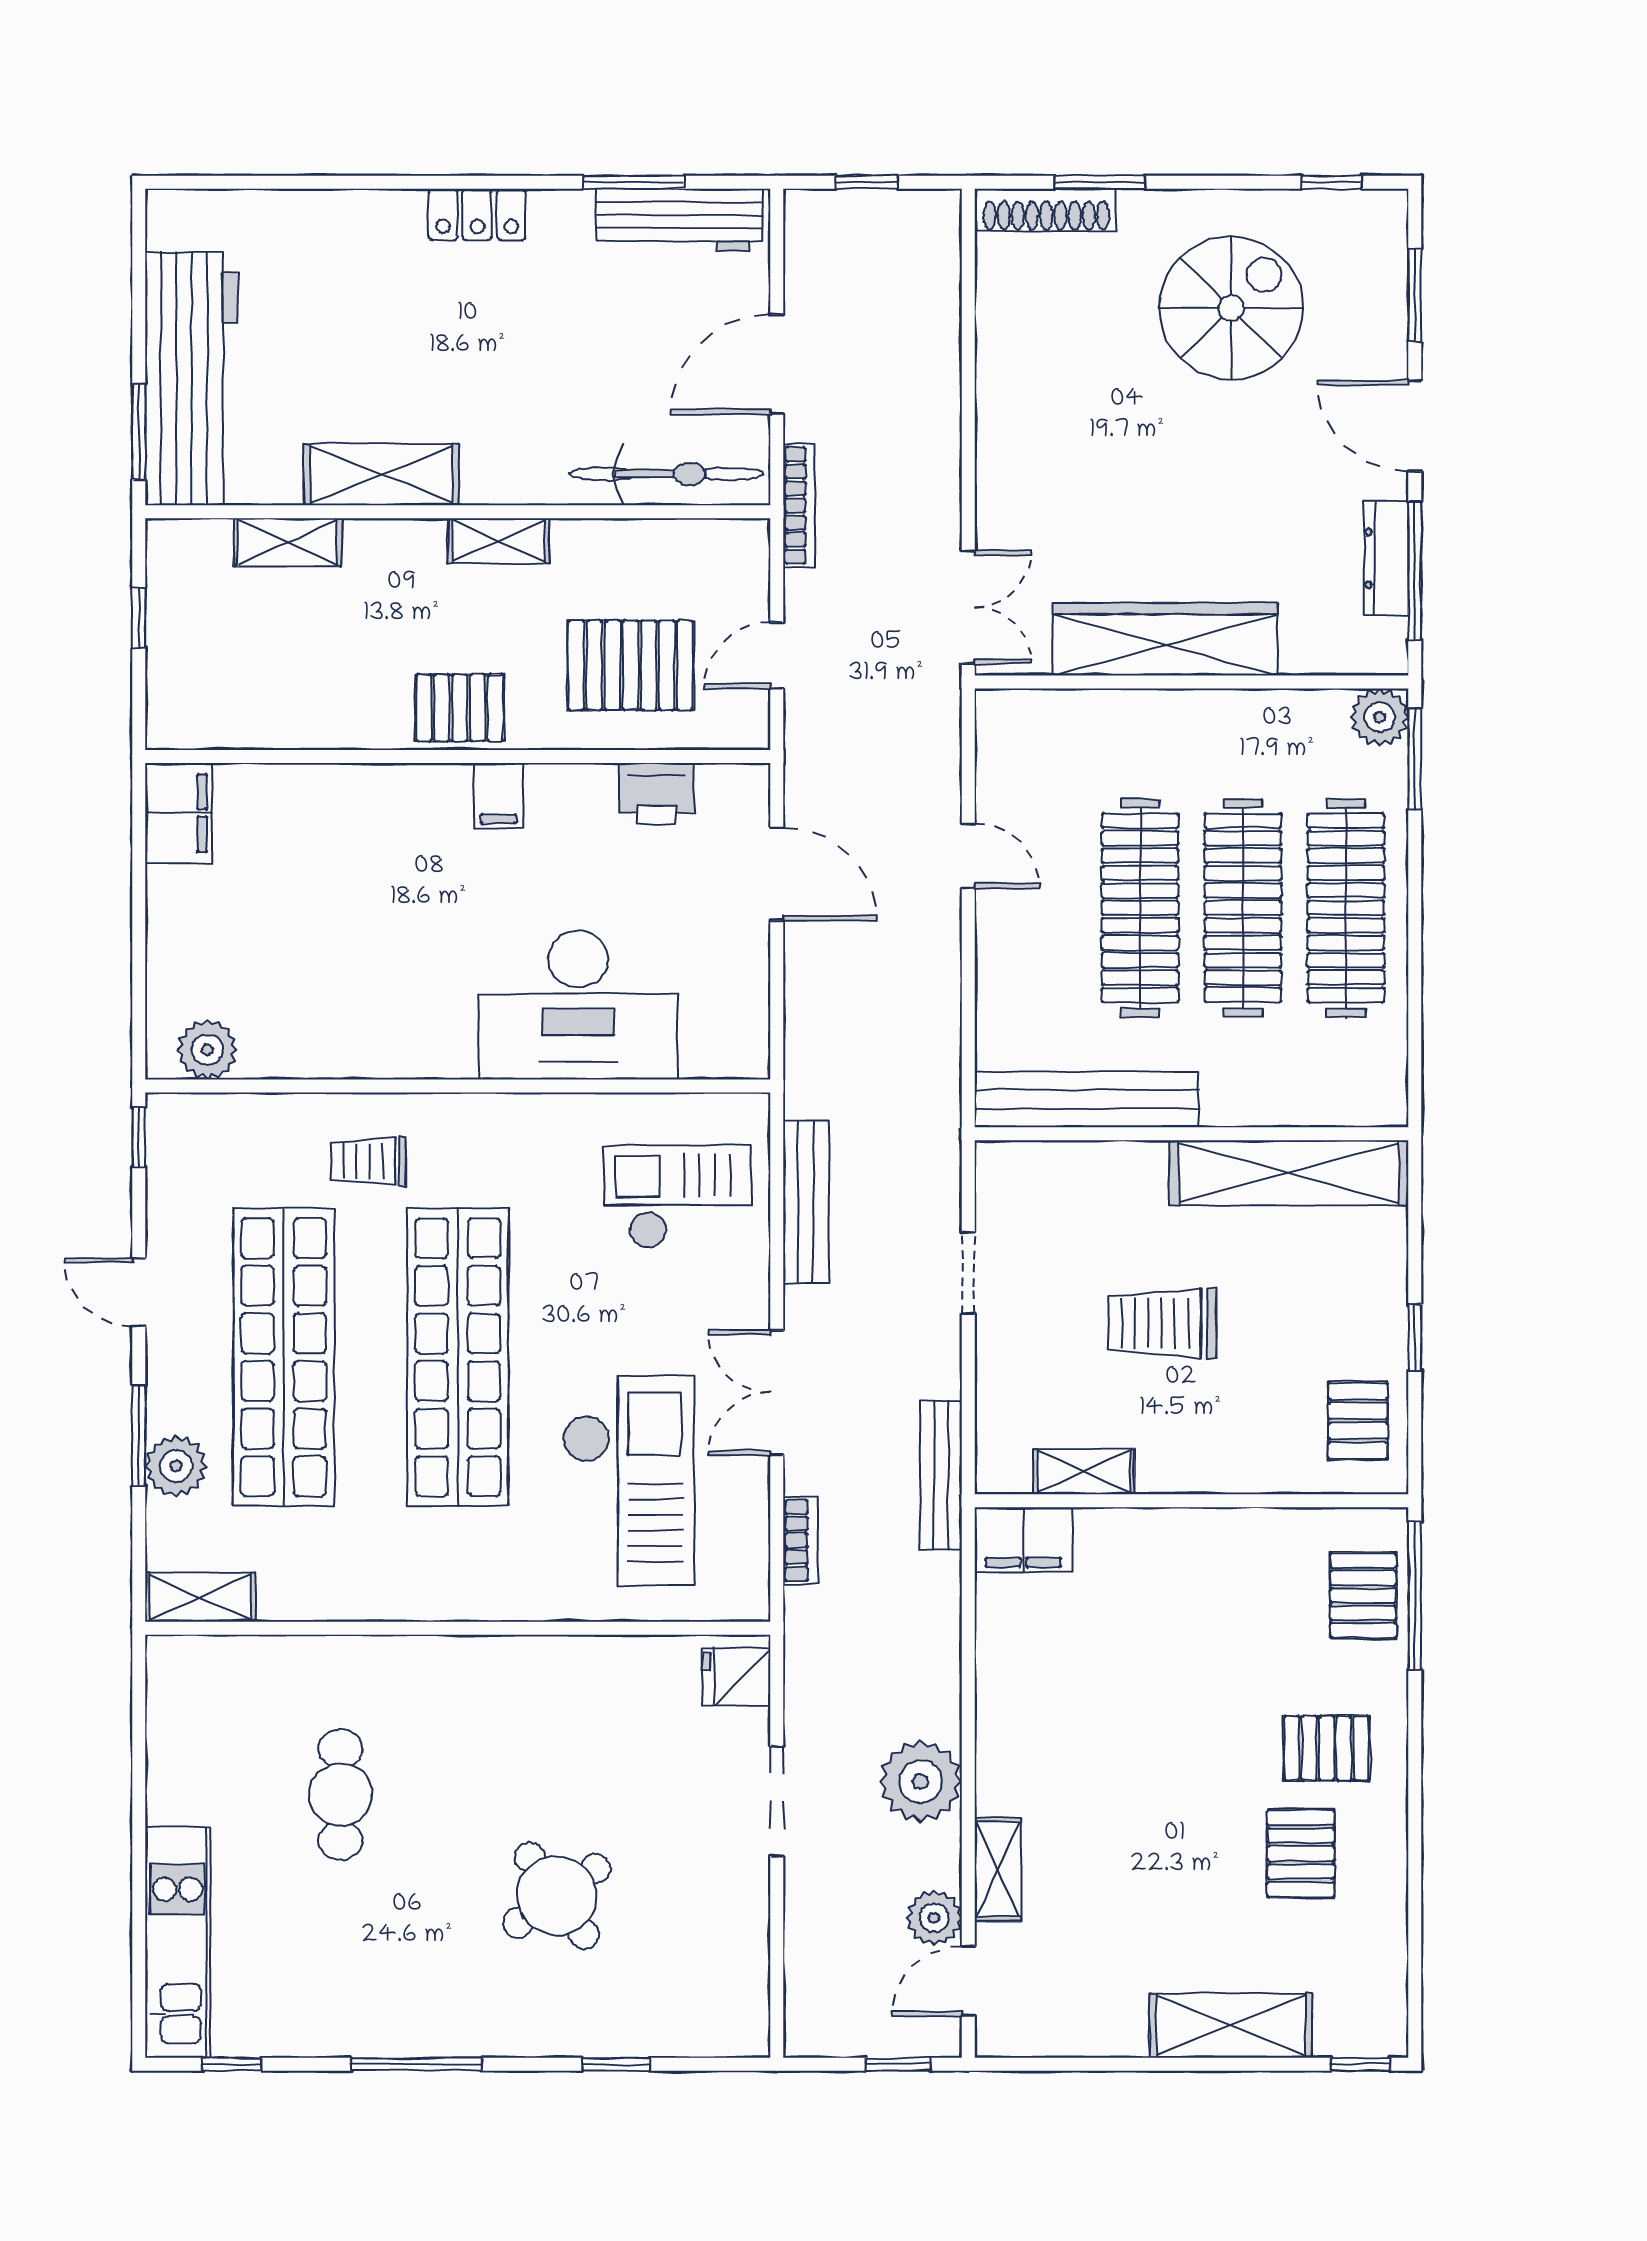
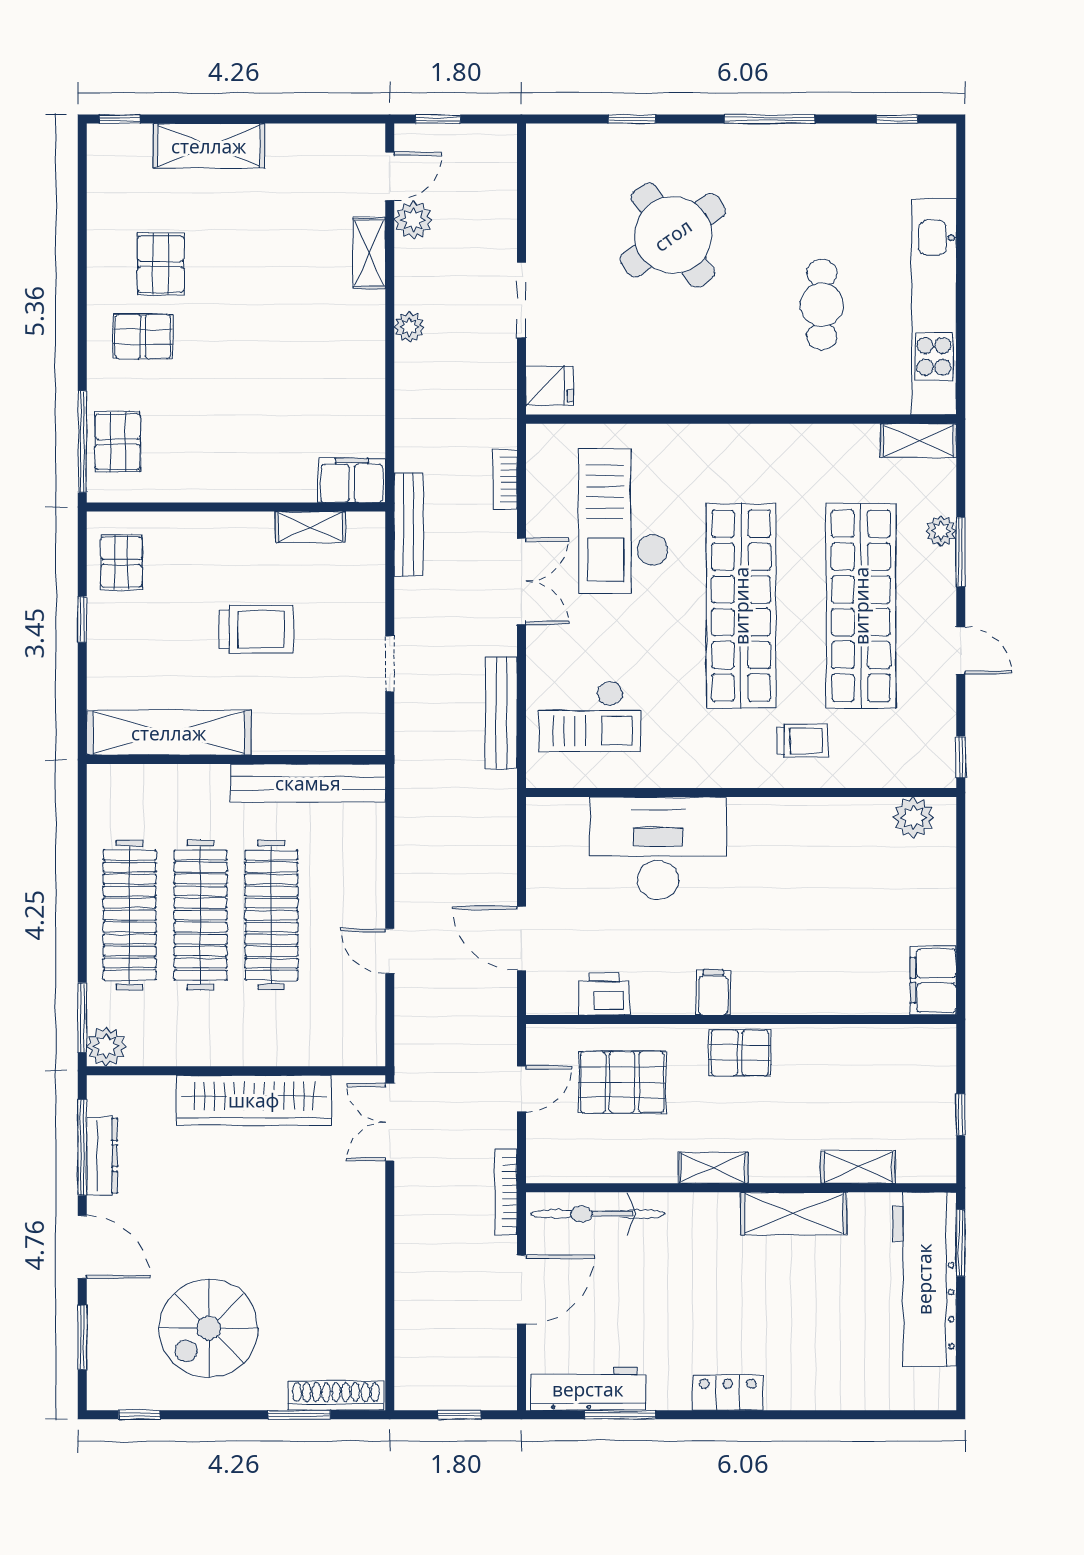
plant: (176, 1466) -> (941, 531), width x0.73, depth x0.73
plant: (921, 1781) -> (409, 327), width x0.53, depth x0.53
round table: (557, 1896) -> (673, 235), width x1.36, depth x1.36
kitchen unit: (178, 1942) -> (934, 307), moved, width x1.36

